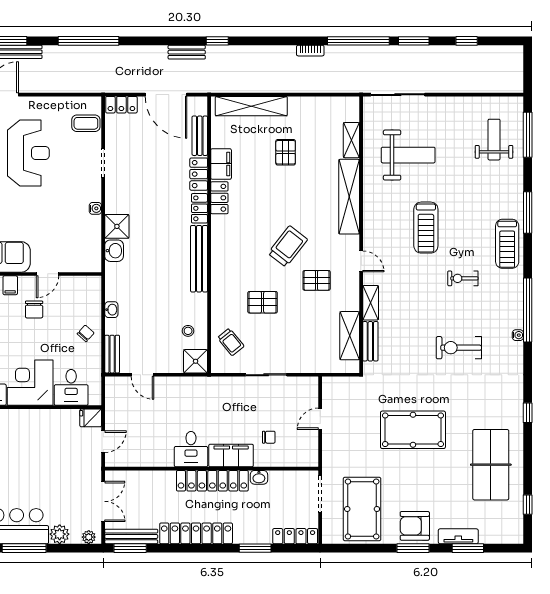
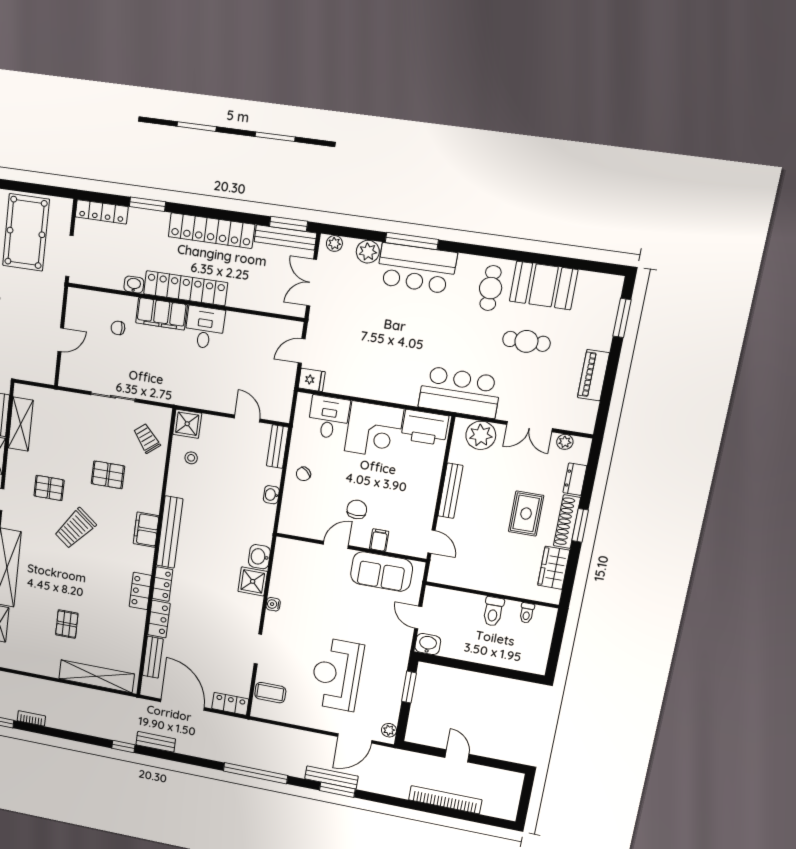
filing cabinet: (221, 164) -> (146, 530), moved

